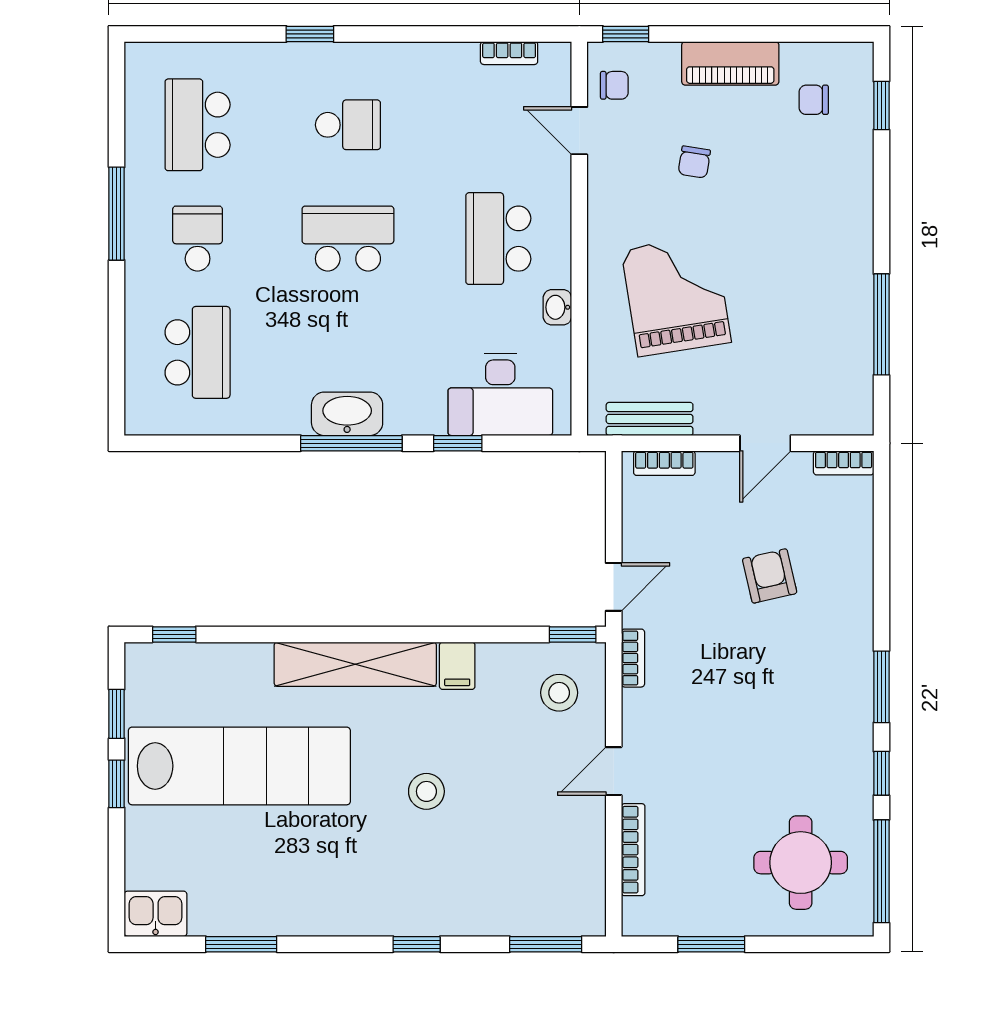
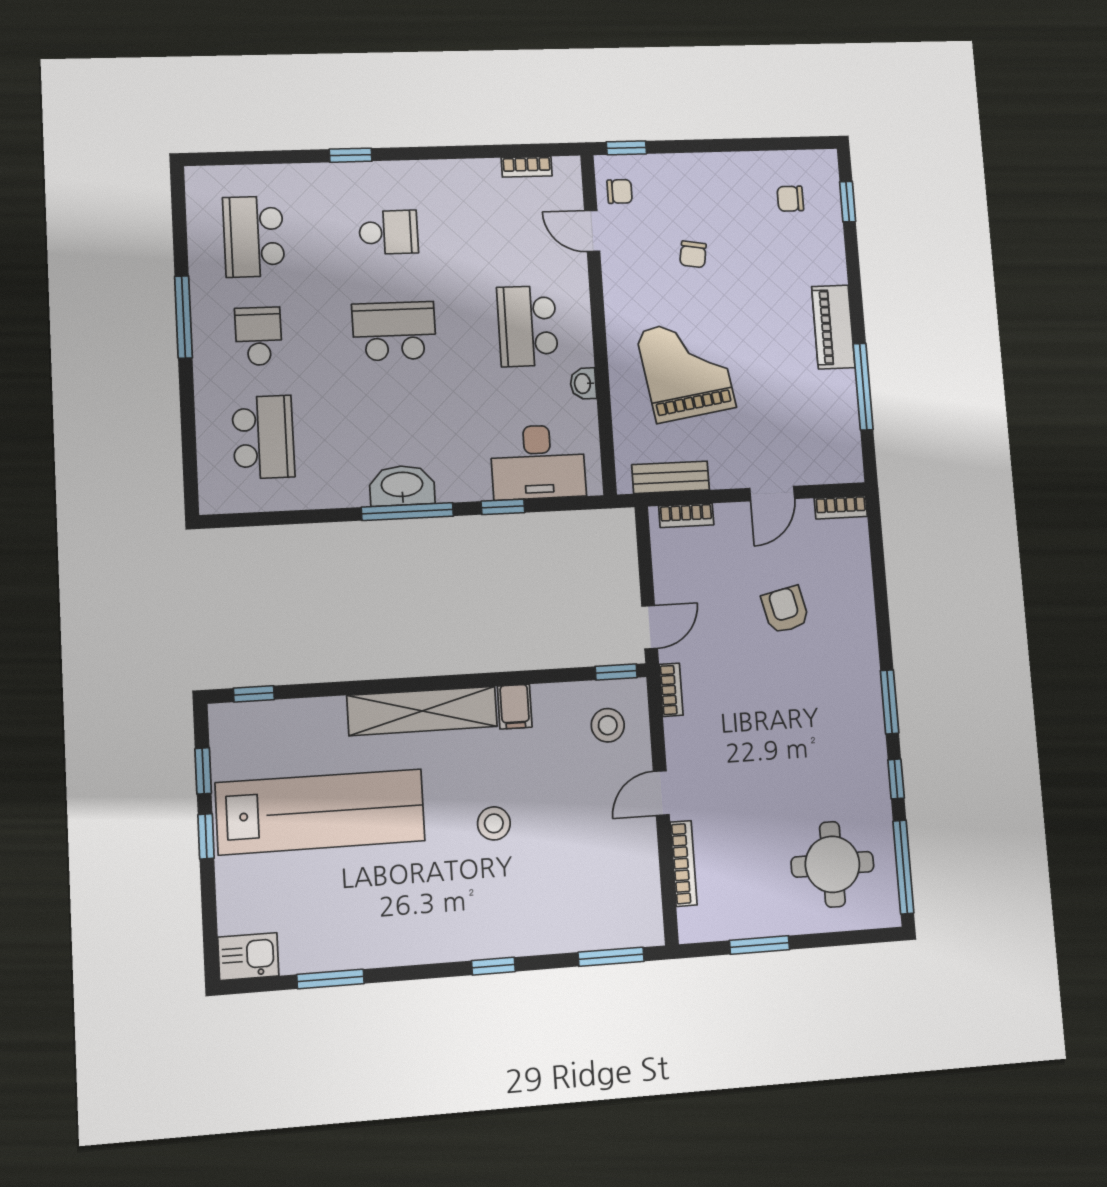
piano: (730, 63) -> (833, 327), moved, turned 90

